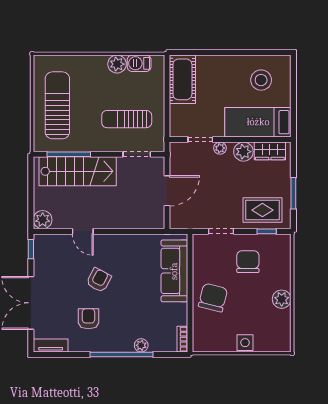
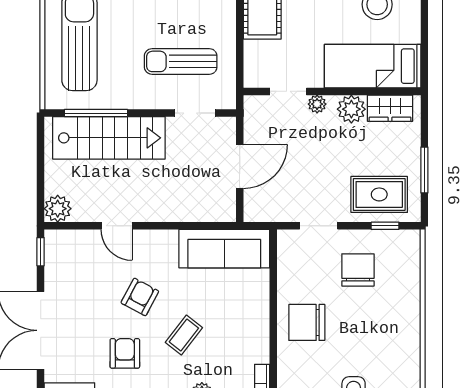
sofa: (174, 271) -> (224, 249), moved, turned -90
chair: (213, 298) -> (307, 322), turned -104
plant: (282, 299) -> (407, 325), removed
coffee table: (129, 306) -> (184, 335), added

